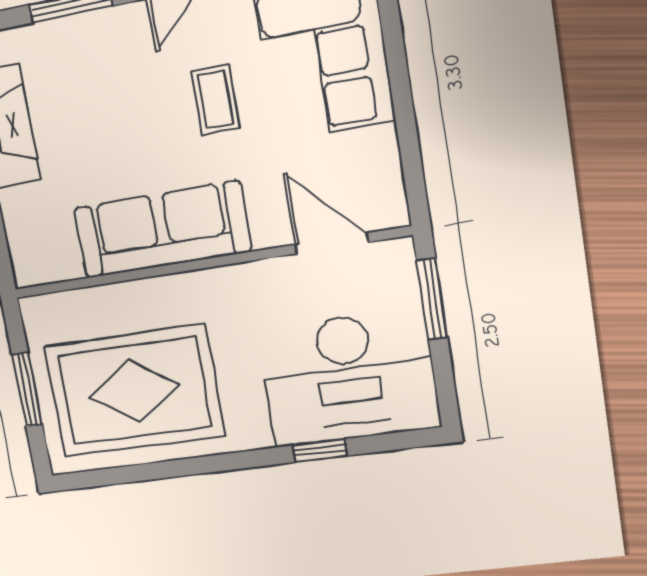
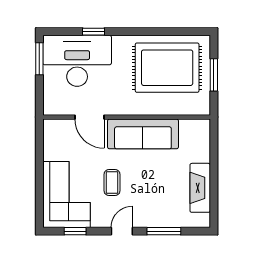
door: (332, 243) -> (89, 117), moved
window: (432, 299) -> (39, 59), moved

